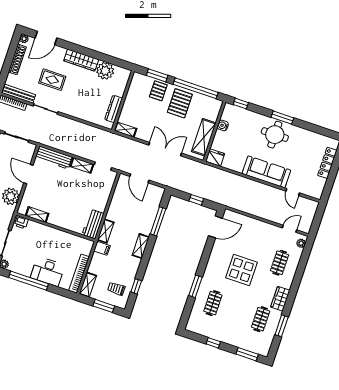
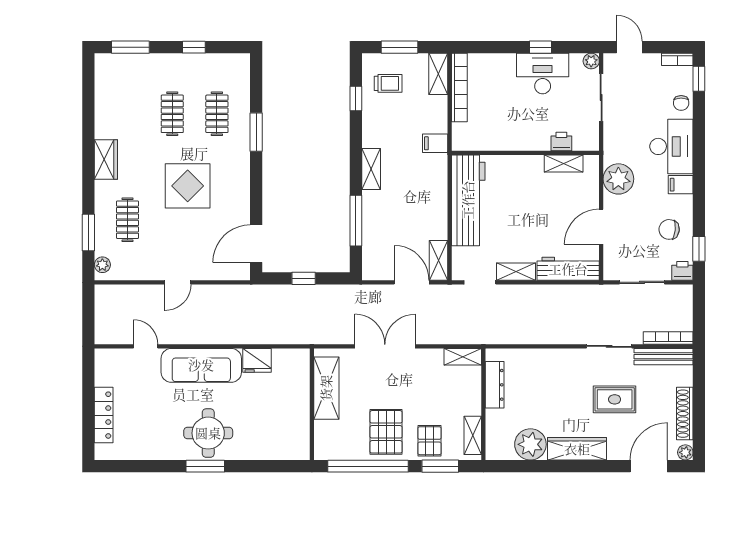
shelving: (134, 86) -> (473, 435), added
window: (241, 104) -> (283, 466), removed
water cooler: (223, 125) -> (301, 419), removed
double door: (165, 149) -> (385, 346), swing flipped
fridge: (215, 158) -> (257, 360), moved
door: (28, 174) -> (601, 227), swing flipped
printer: (21, 222) -> (561, 141), moved
workbench: (93, 224) -> (468, 200), width x1.87, depth x1.32
door: (289, 229) -> (178, 282), moved
shelving: (106, 231) -> (439, 260), moved
desk: (48, 271) -> (543, 73), moved
window: (29, 281) -> (541, 47), width x0.32
clothes rail: (261, 319) -> (172, 114), moved
window: (282, 326) -> (88, 232), moved

